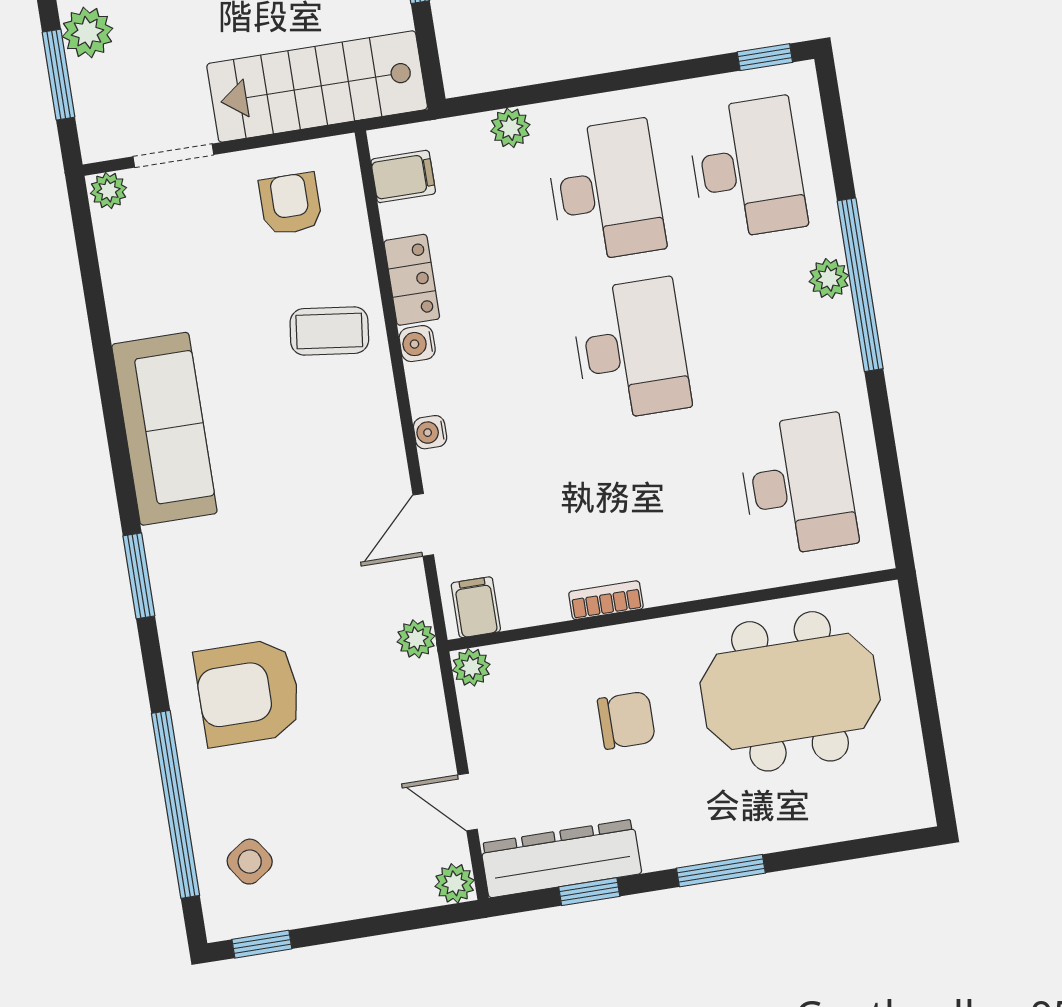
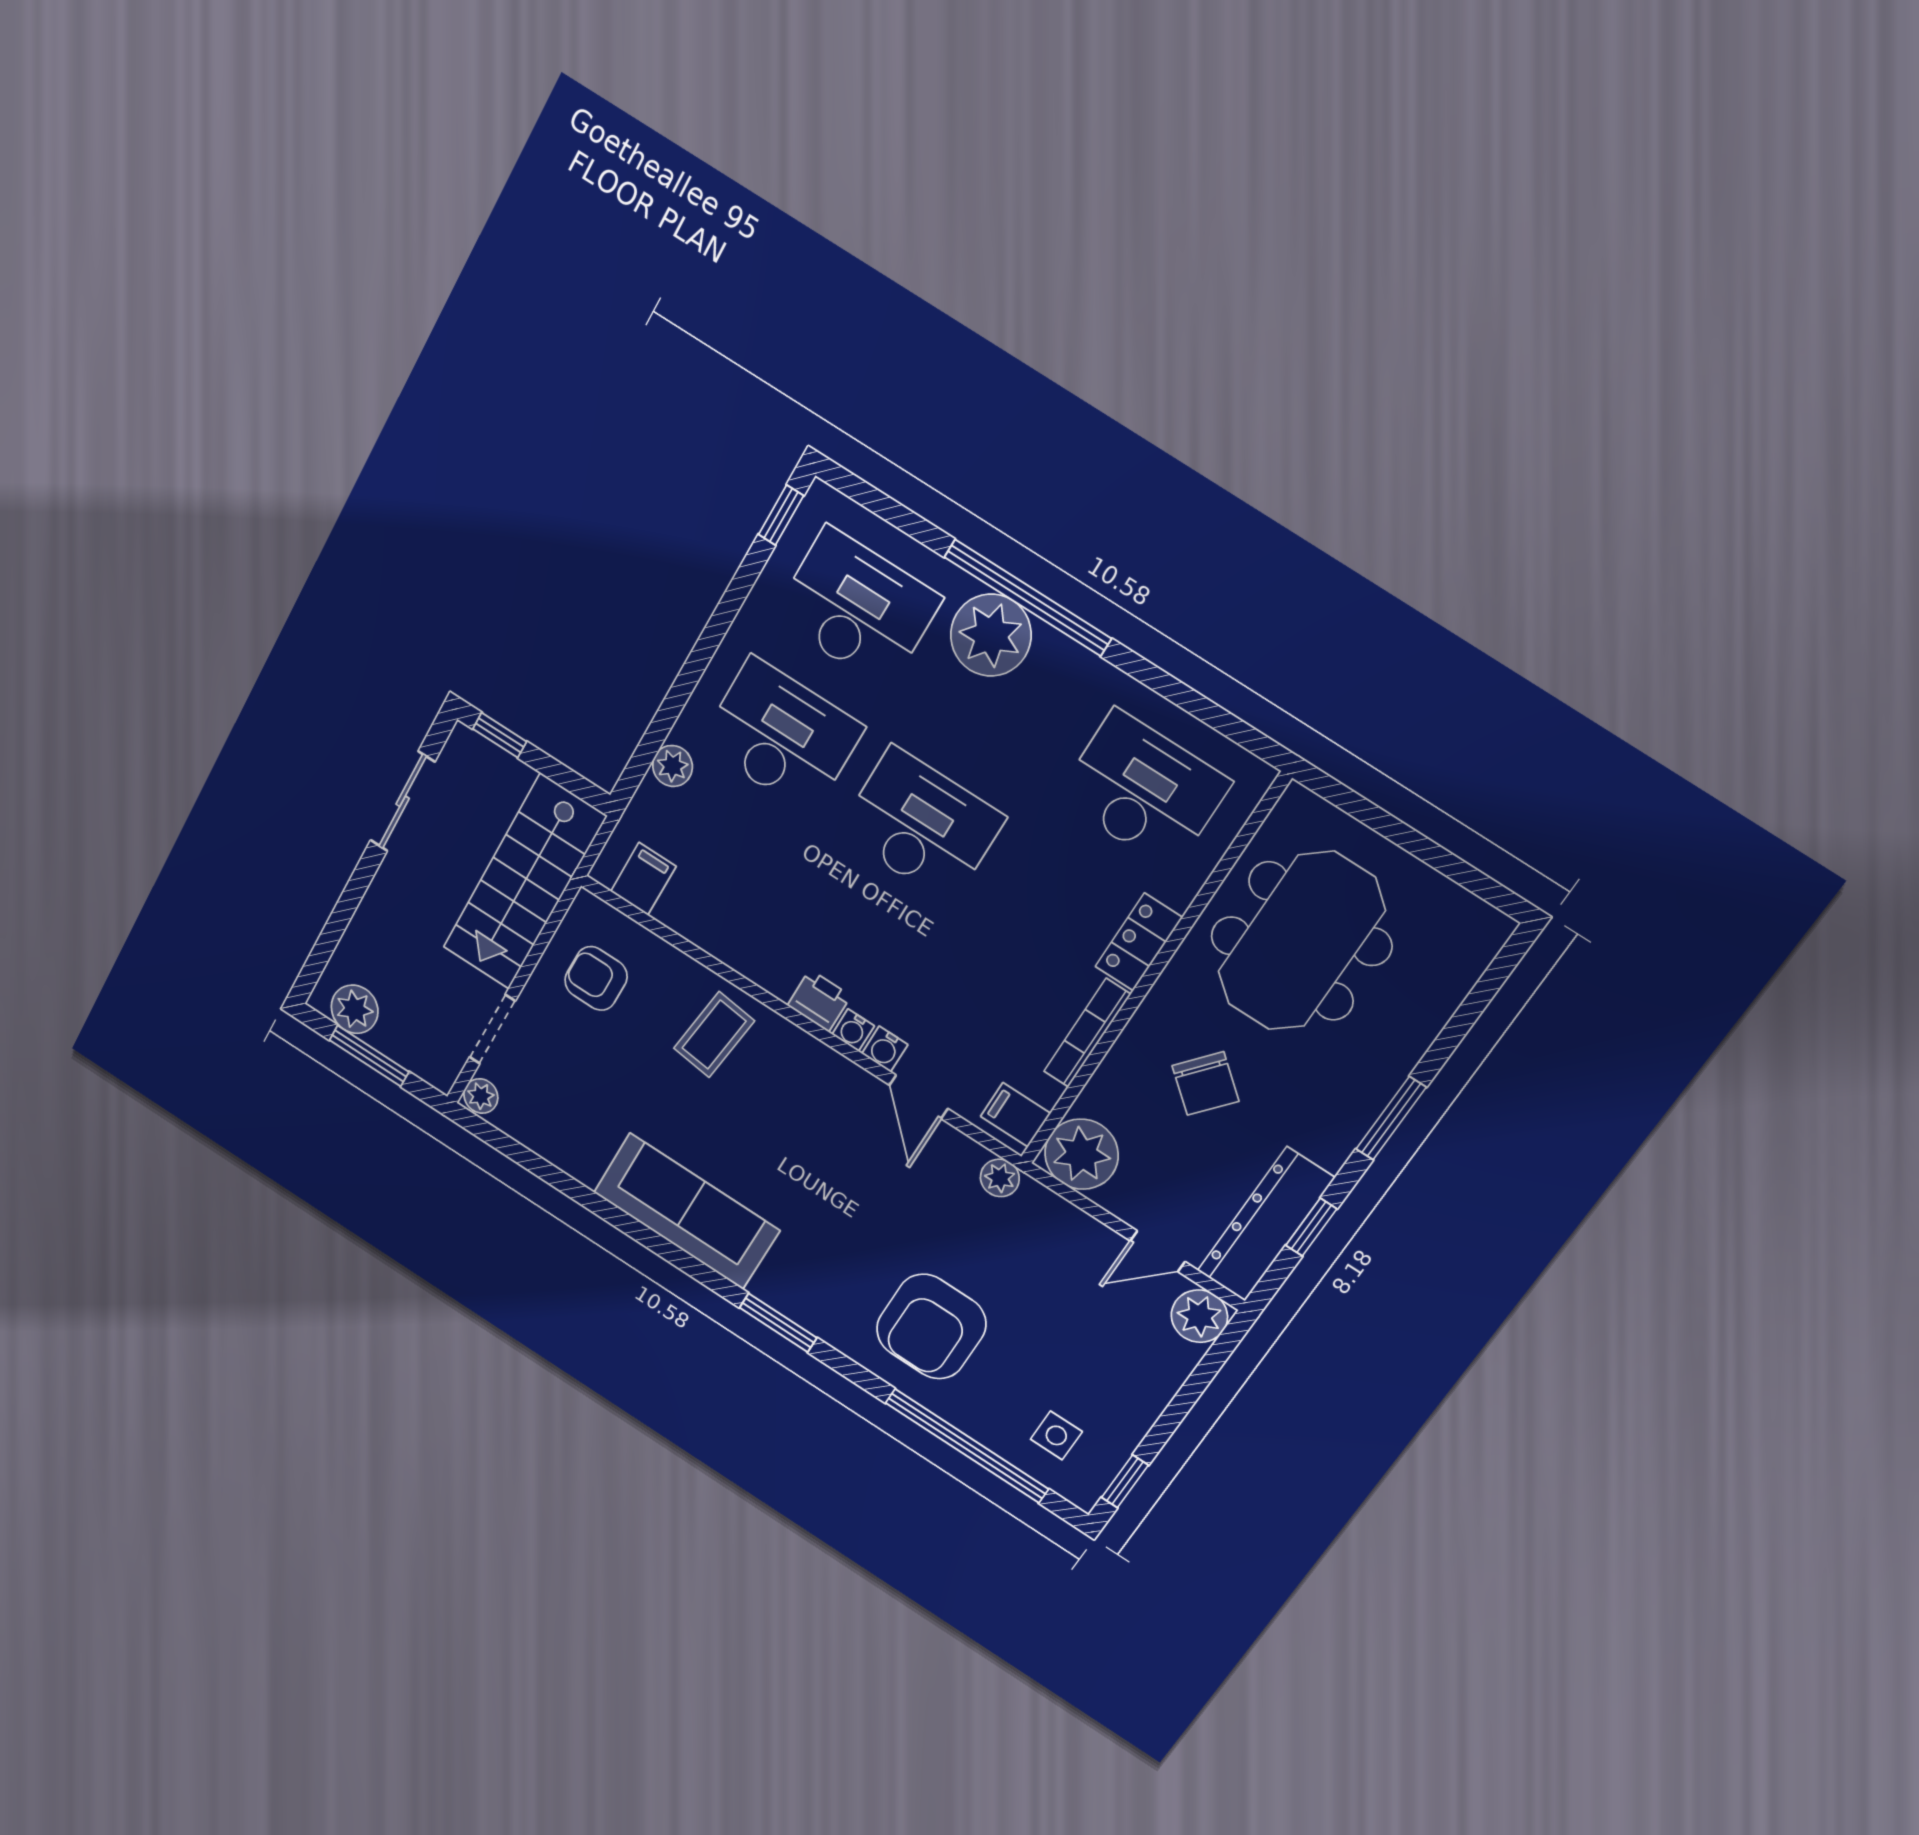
plant: (829, 278) -> (991, 635), width x1.88, depth x1.88
locker: (412, 280) -> (1139, 942), moved, turned -90
water cooler: (417, 344) -> (885, 1049), moved
printer: (430, 388) -> (819, 1001), added
bookcase: (606, 600) -> (1087, 1033), width x1.56
plant: (471, 667) -> (1082, 1154), width x1.87, depth x1.87
chair: (626, 720) -> (1206, 1083), turned 130
side table: (250, 862) -> (1056, 1435), turned 34
plant: (455, 883) -> (1199, 1316), width x1.38, depth x1.38

